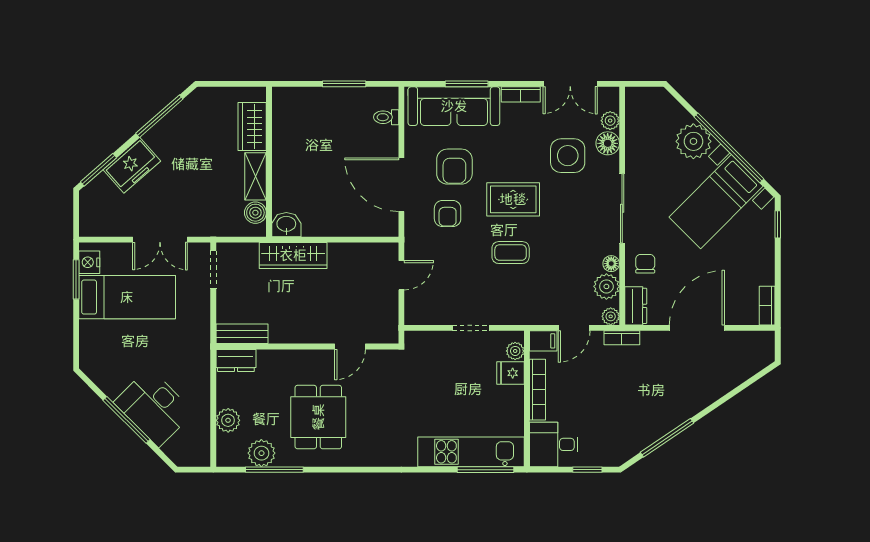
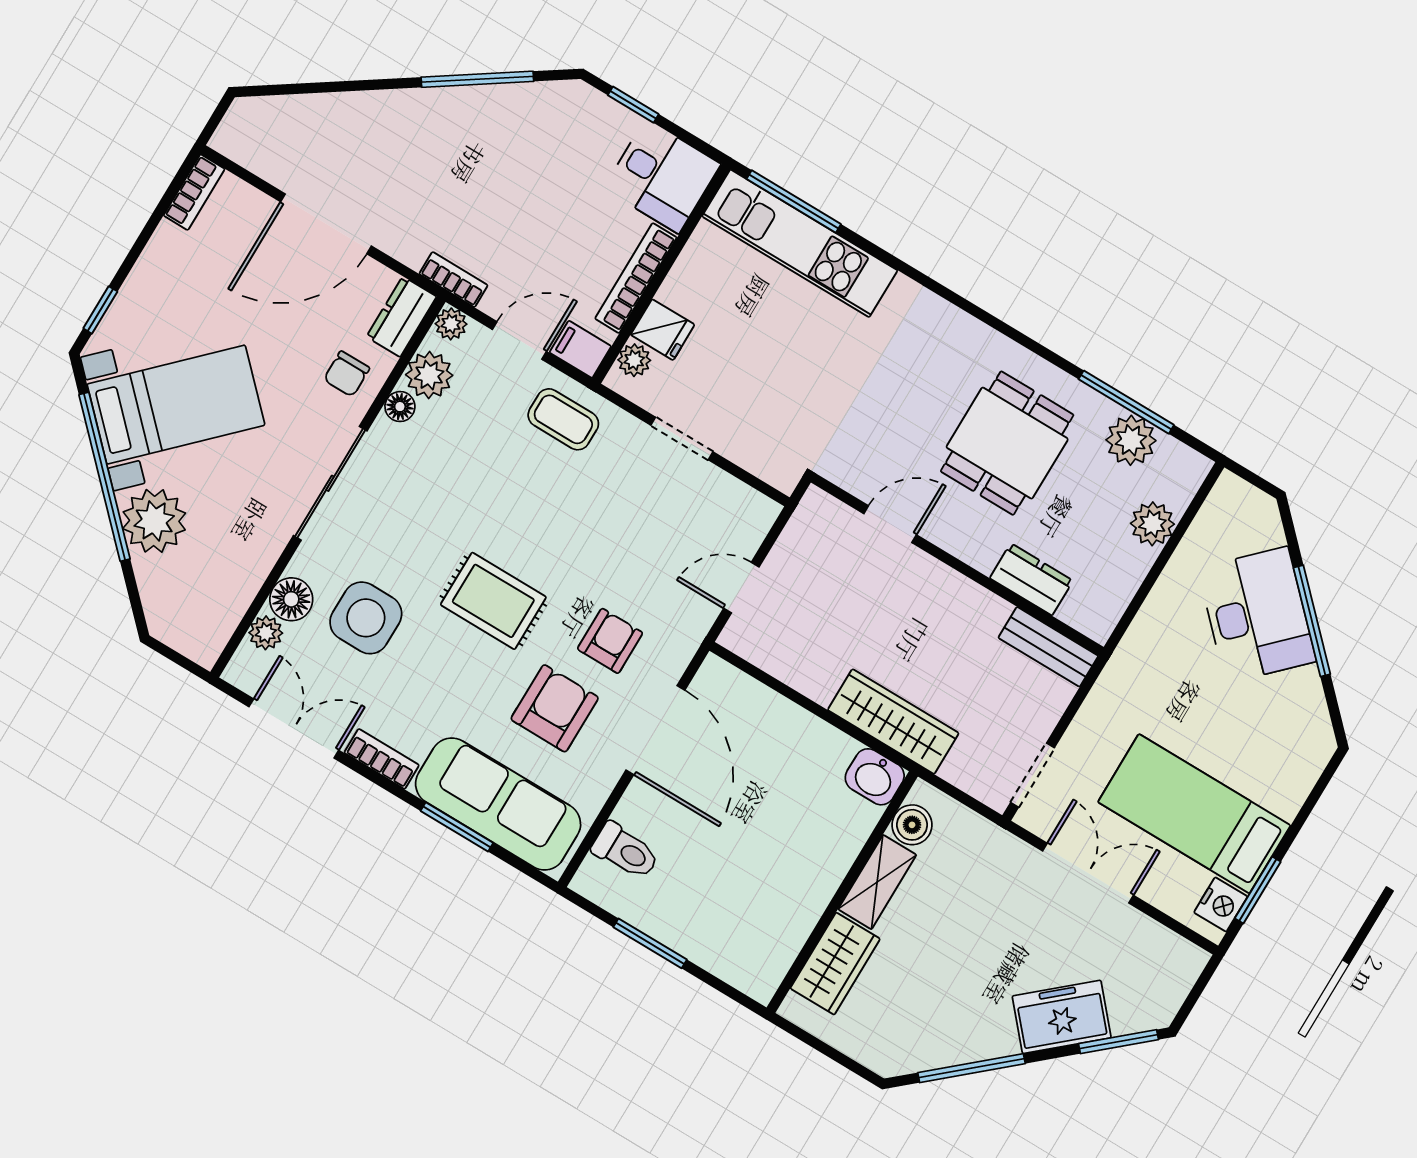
toilet: (386, 117) -> (626, 851), width x1.37, depth x1.39
coffee table: (511, 253) -> (563, 419), moved
dresser: (236, 360) -> (1031, 579), moved

